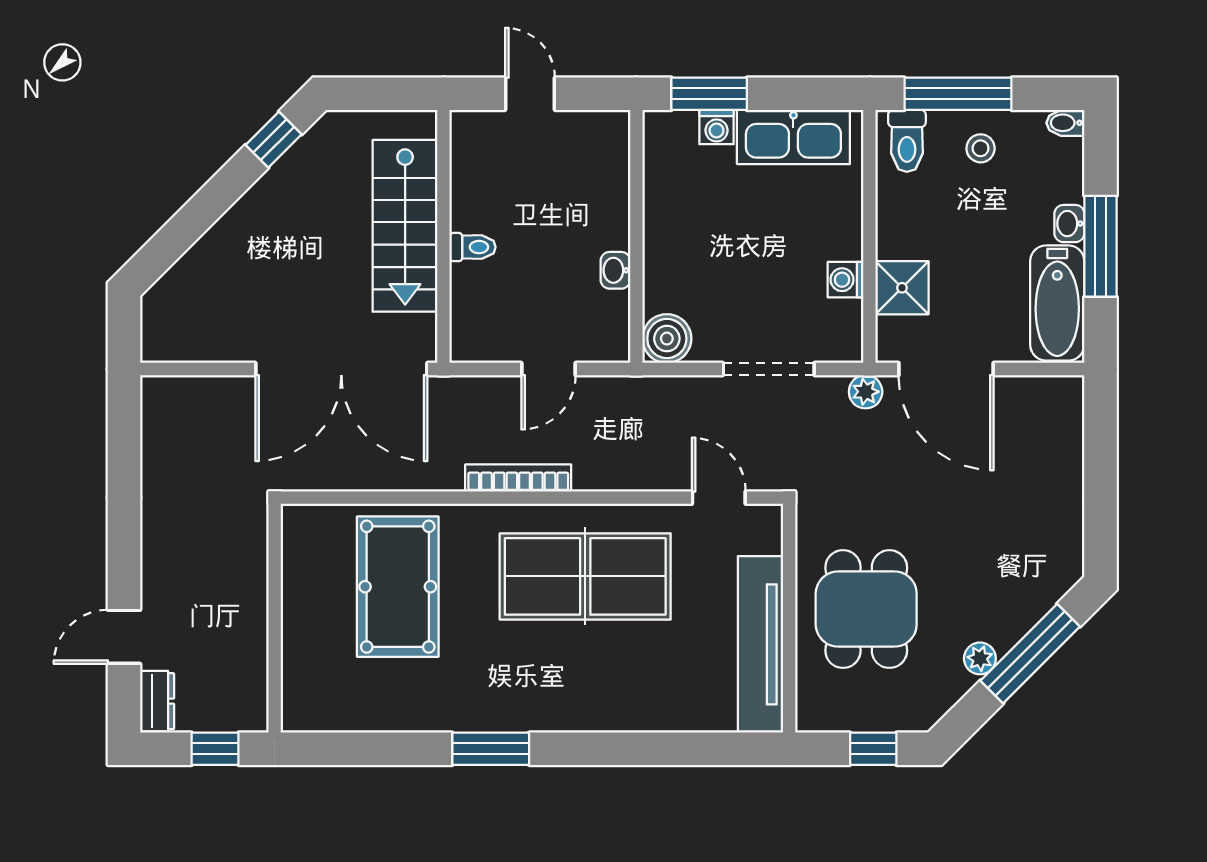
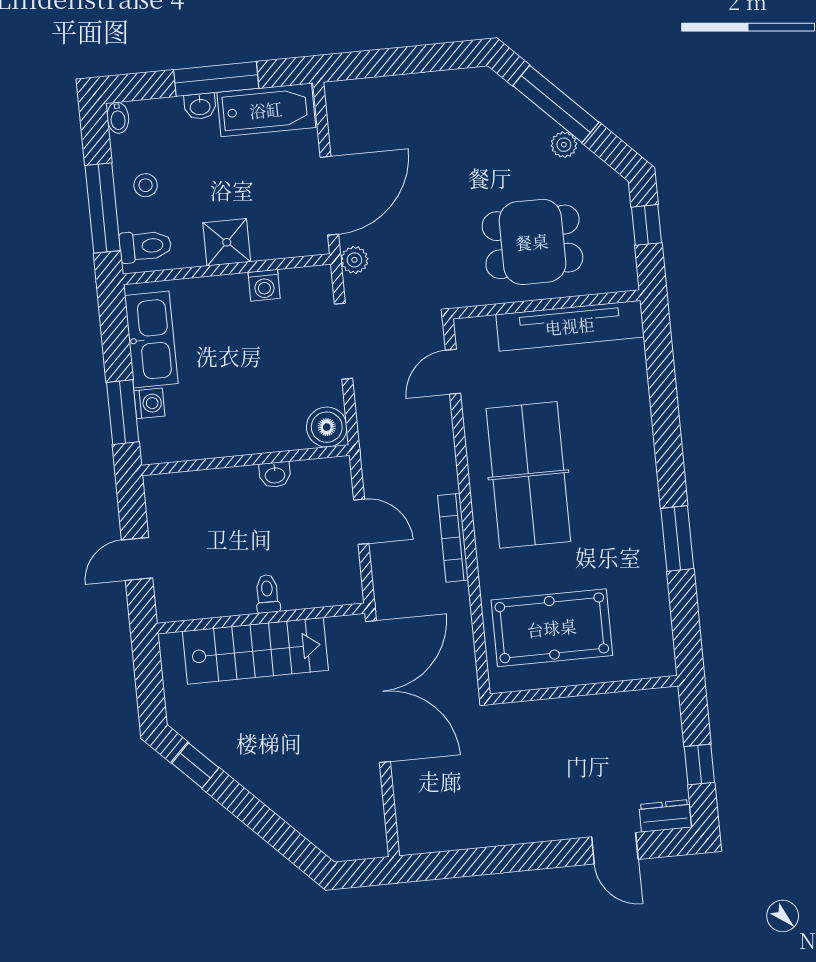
shower: (902, 288) -> (227, 242), moved
wall: (275, 618) -> (584, 690), moved

